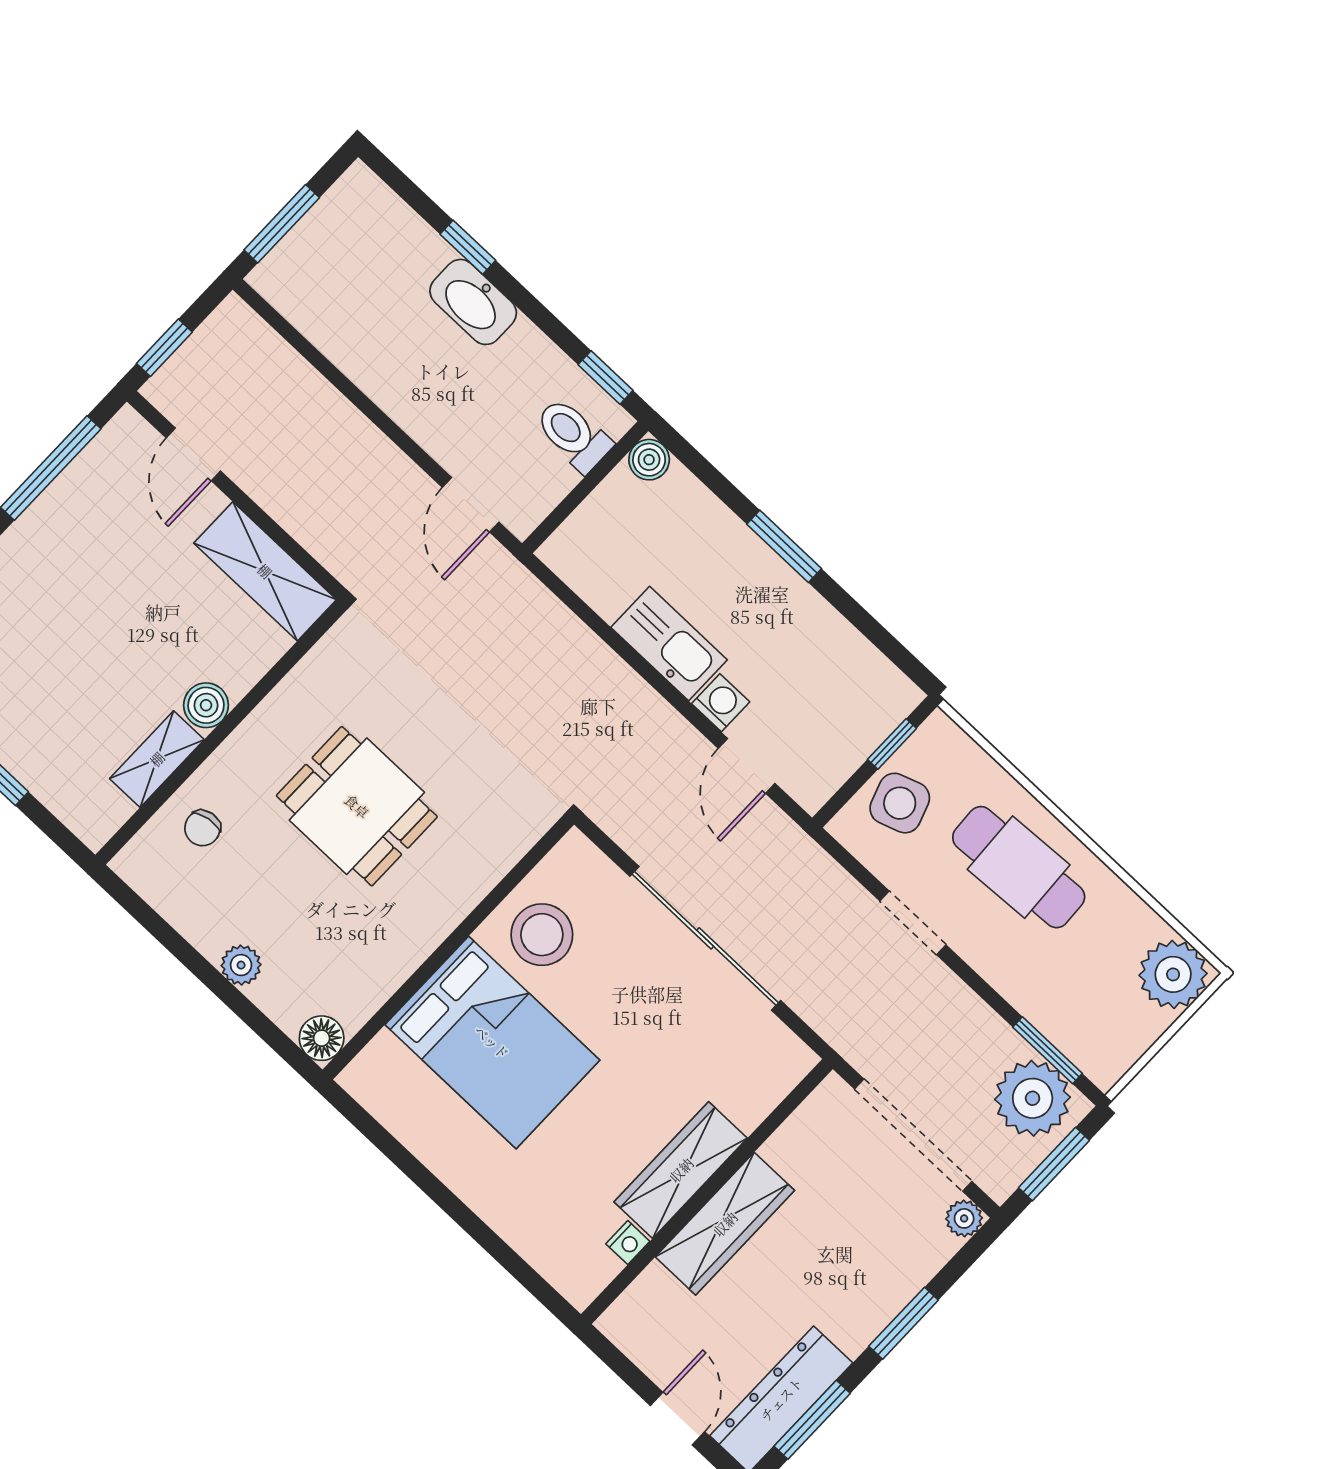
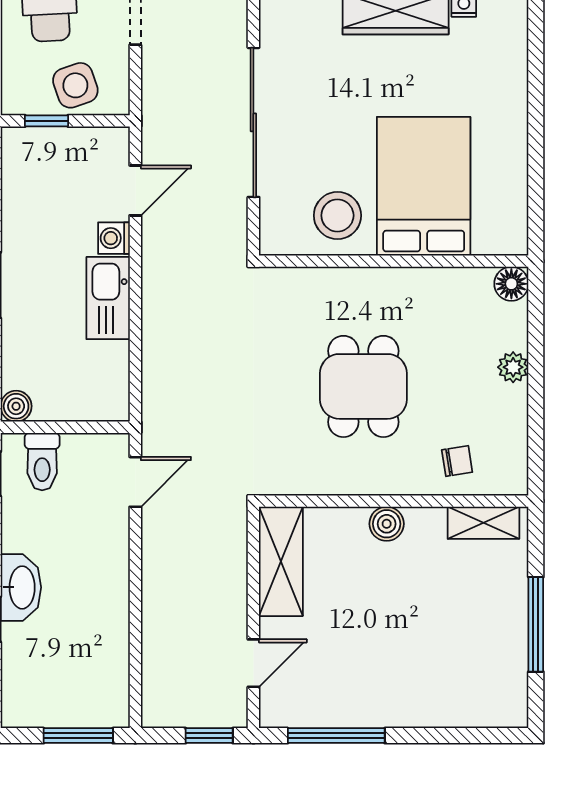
shelving: (157, 759) -> (483, 523), moved

